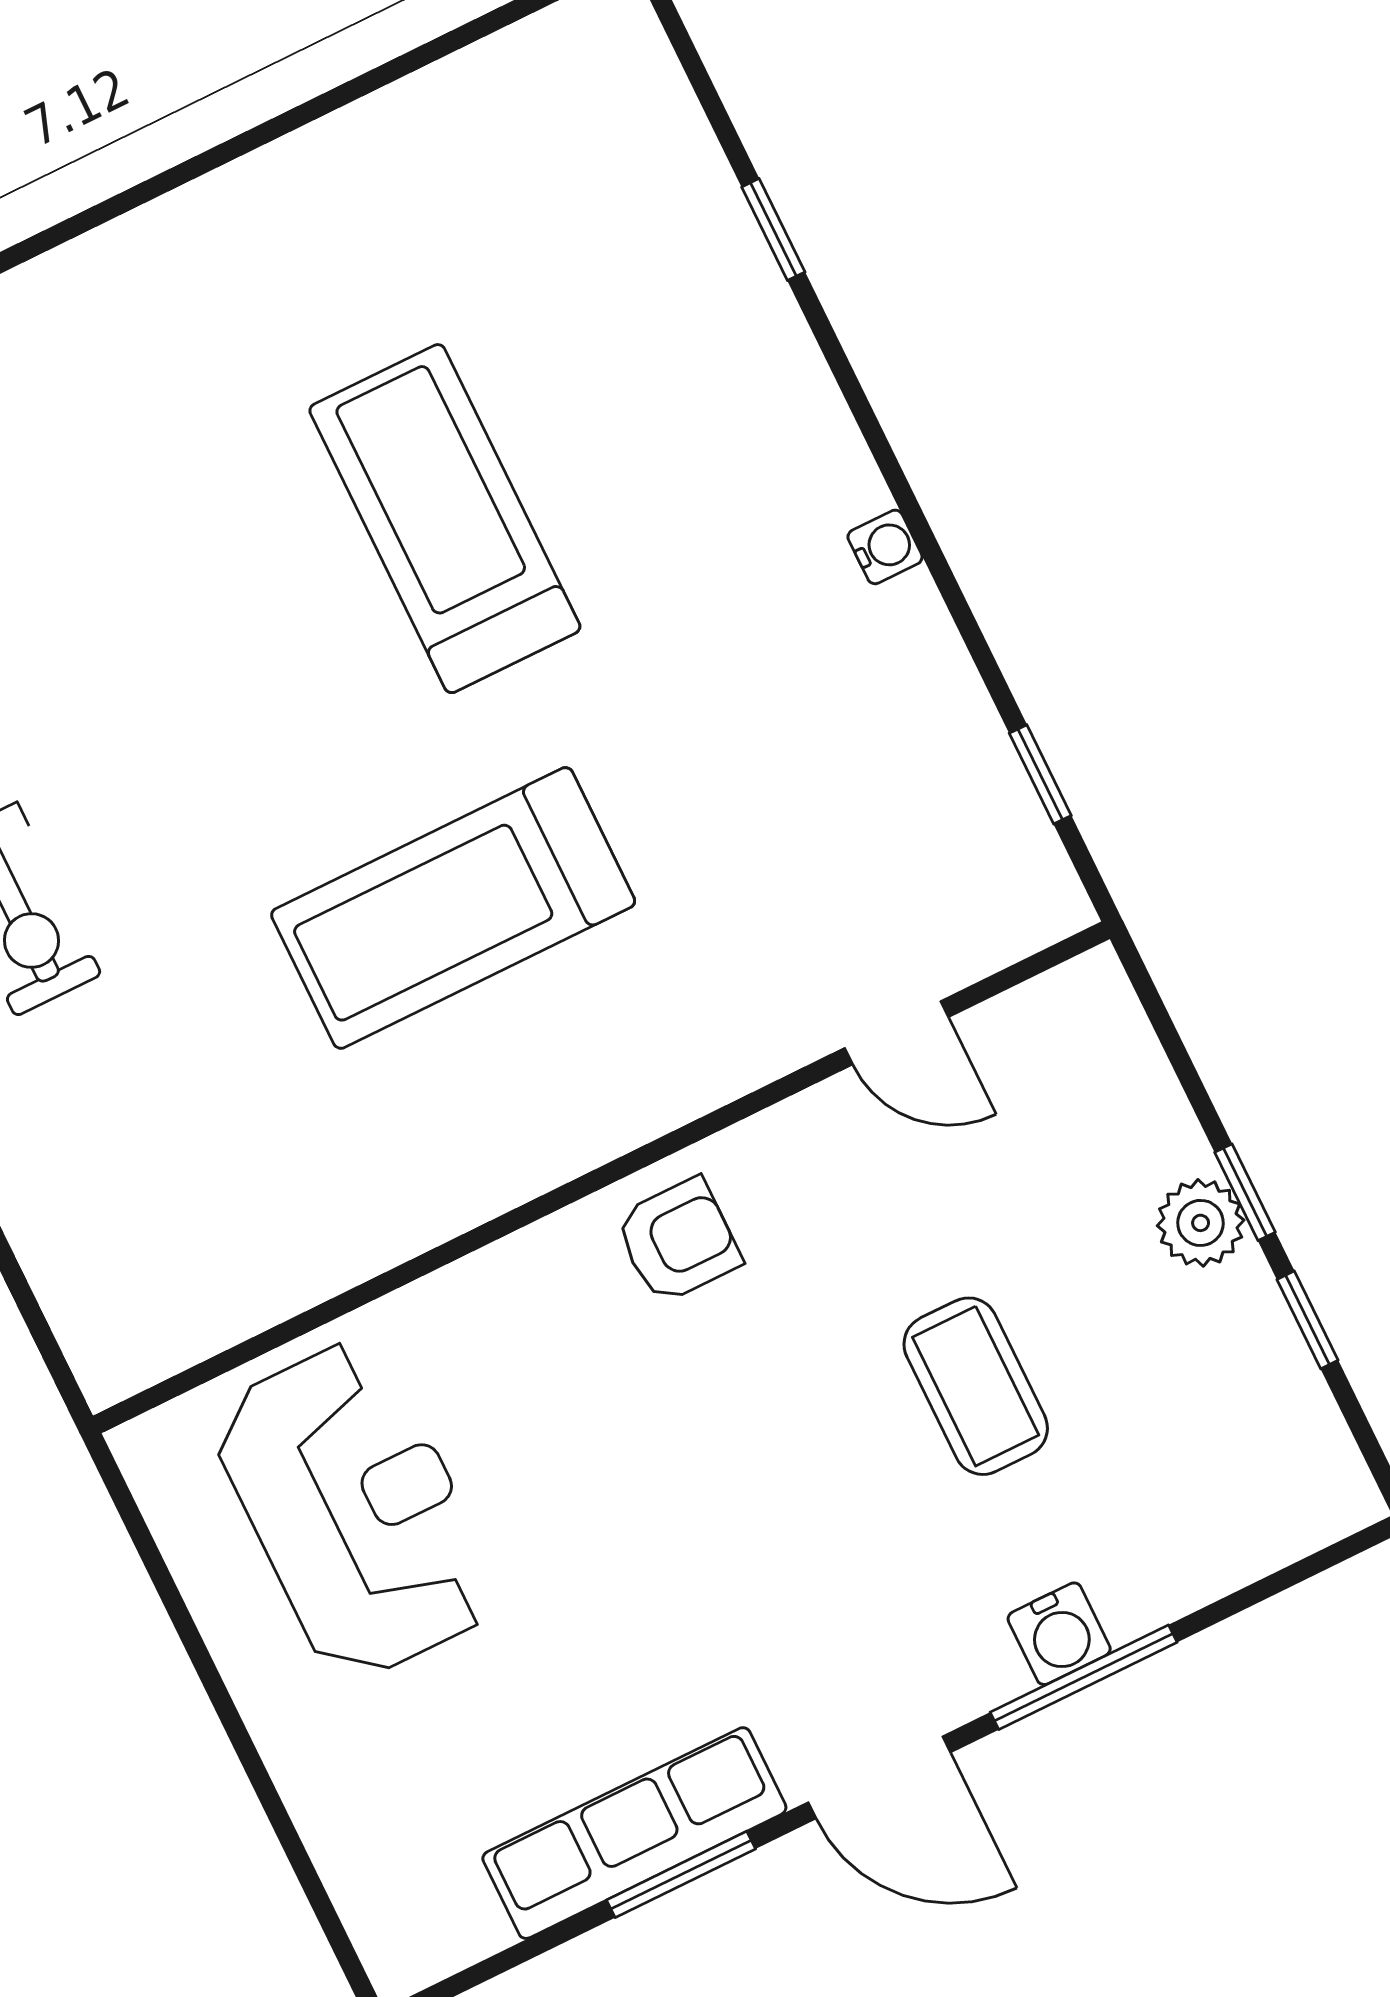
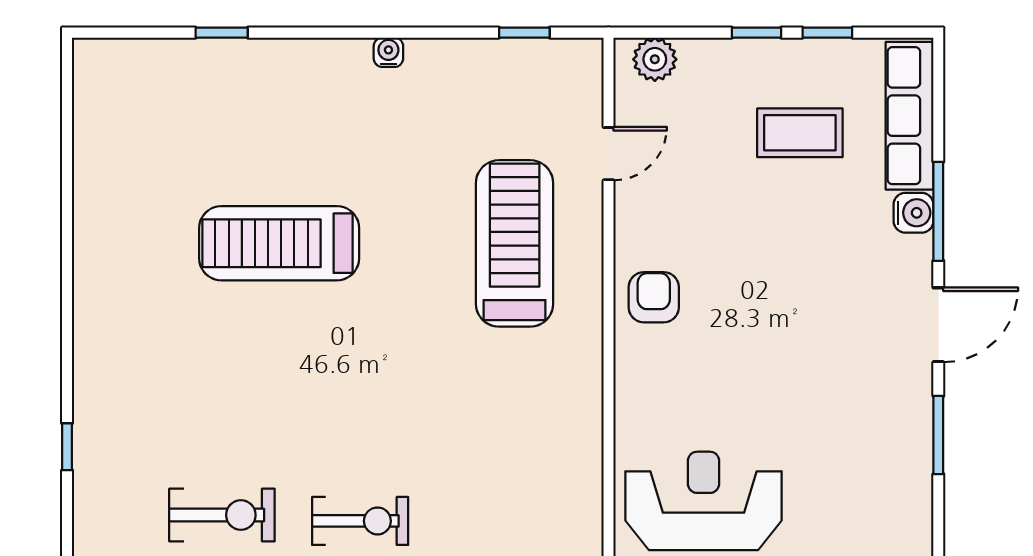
treadmill: (453, 908) -> (515, 243), moved, turned 180
plant: (1201, 1223) -> (655, 59), moved
coffee table: (976, 1386) -> (800, 133), moved
row of seats: (634, 1833) -> (910, 116), moved

